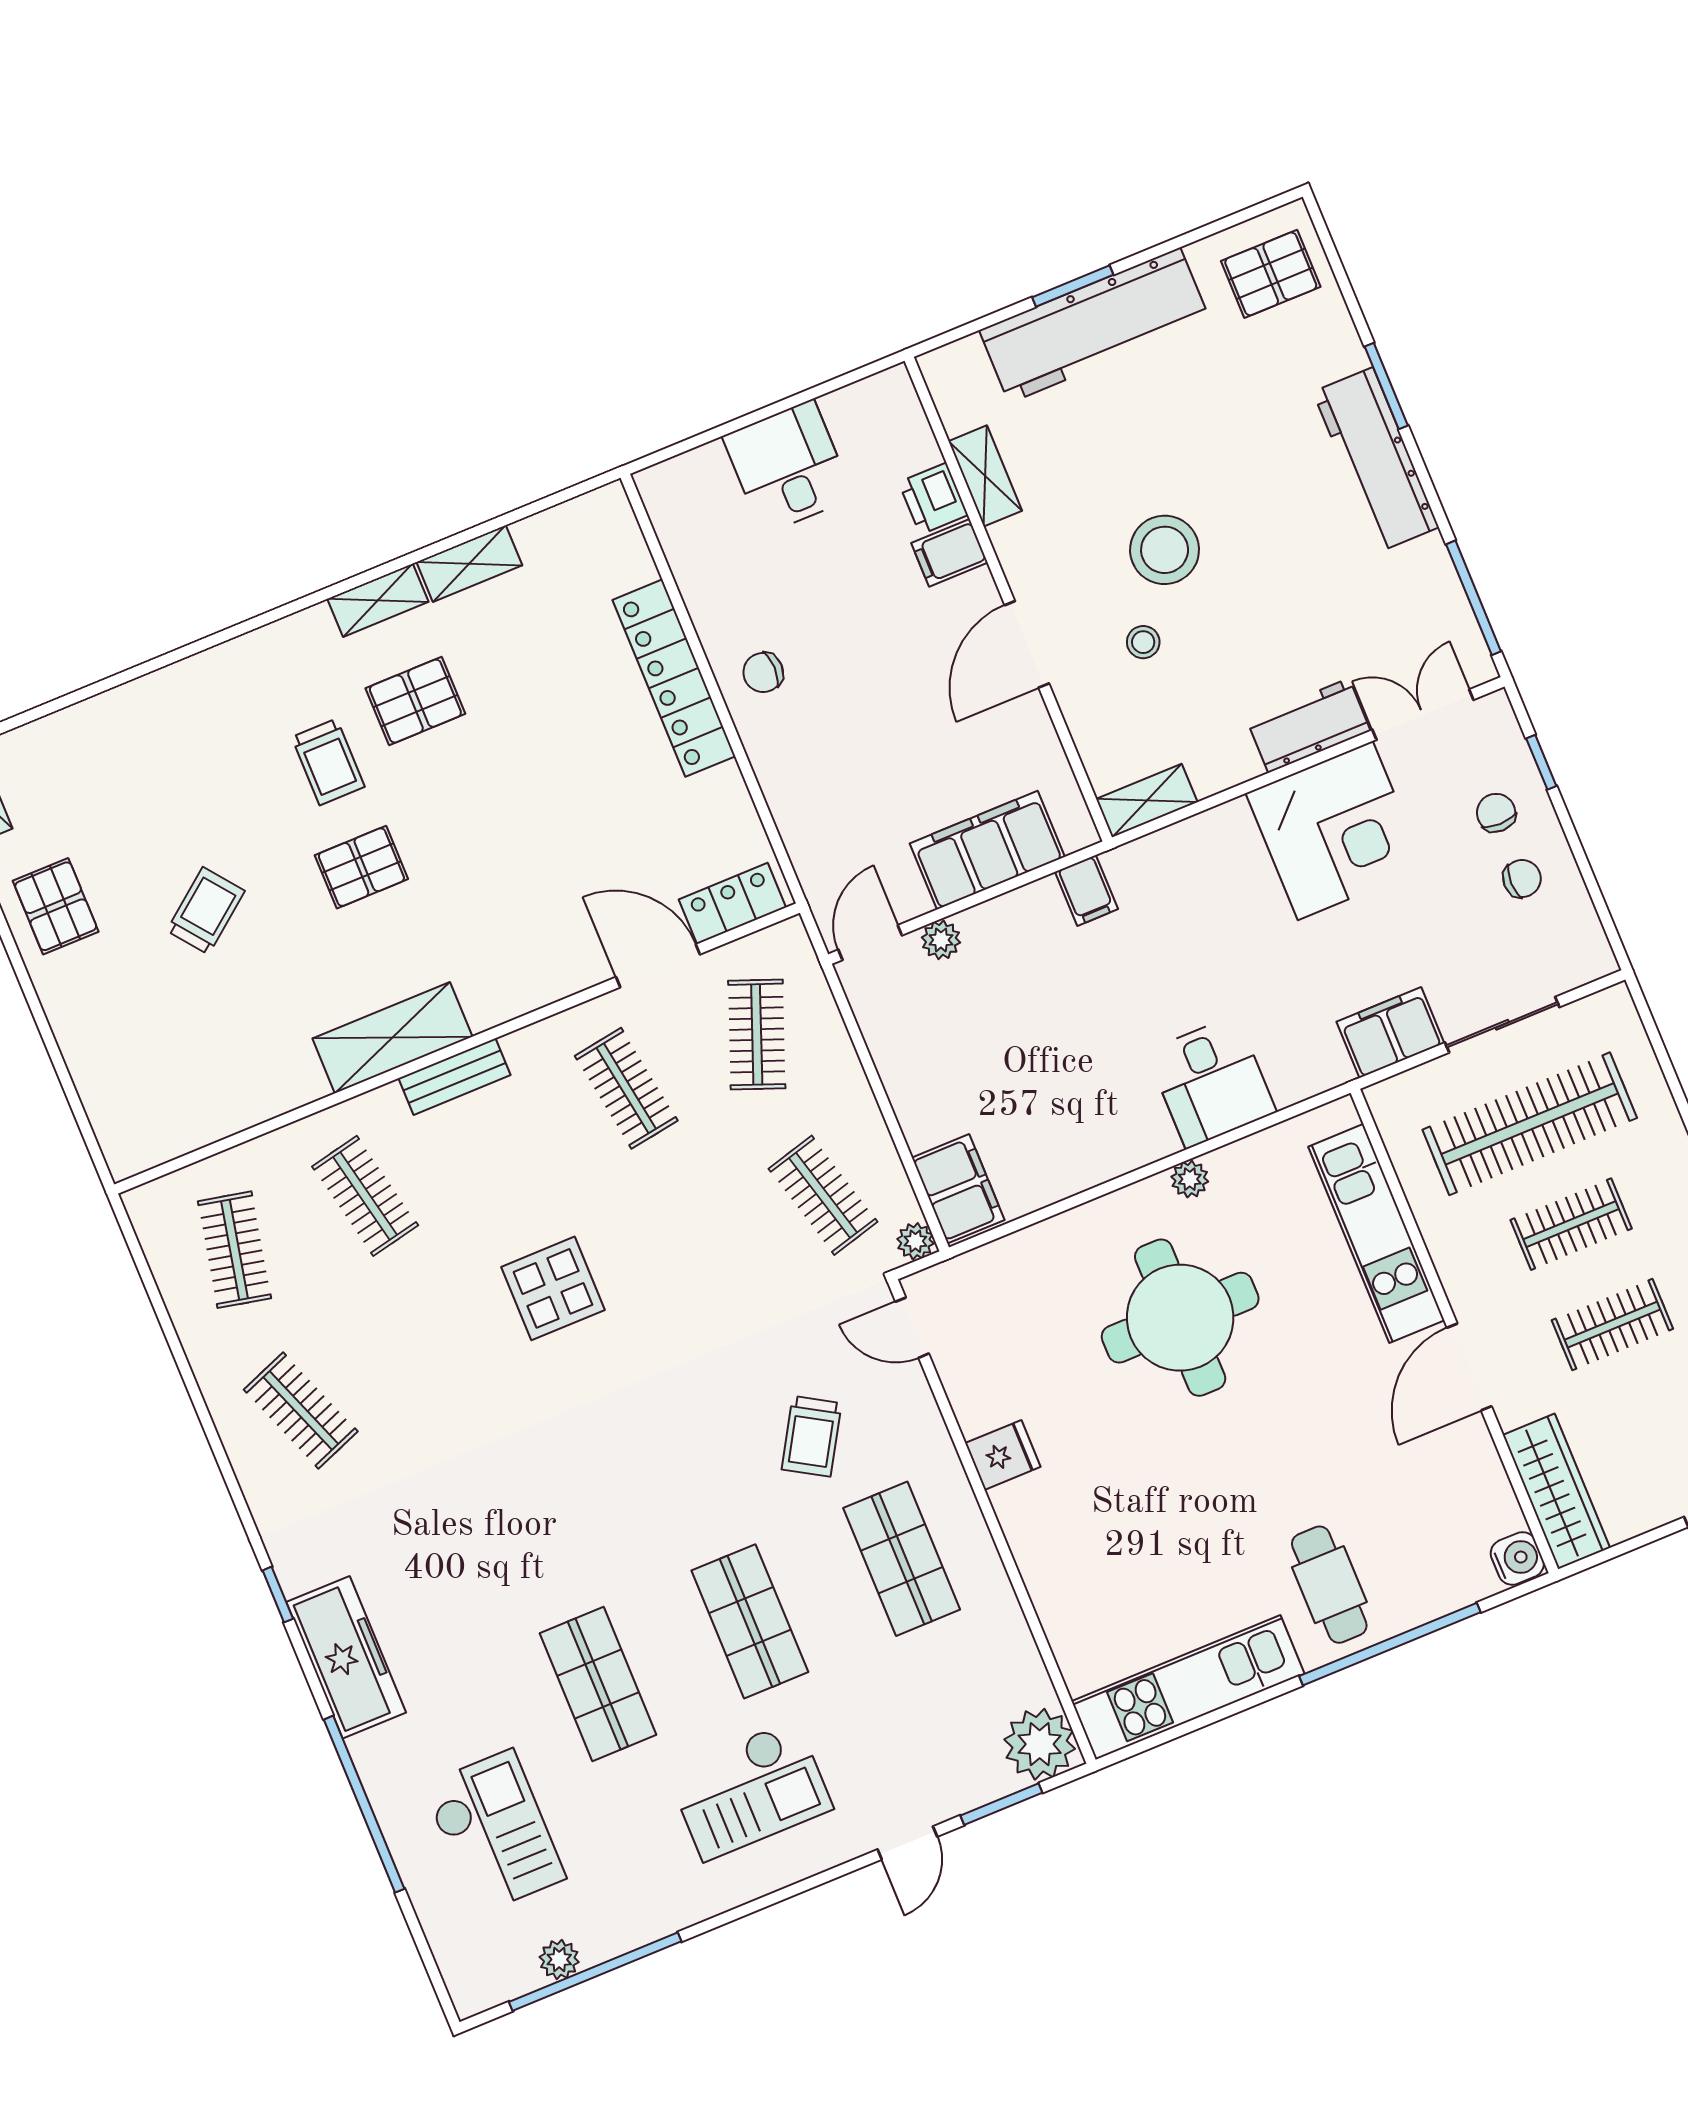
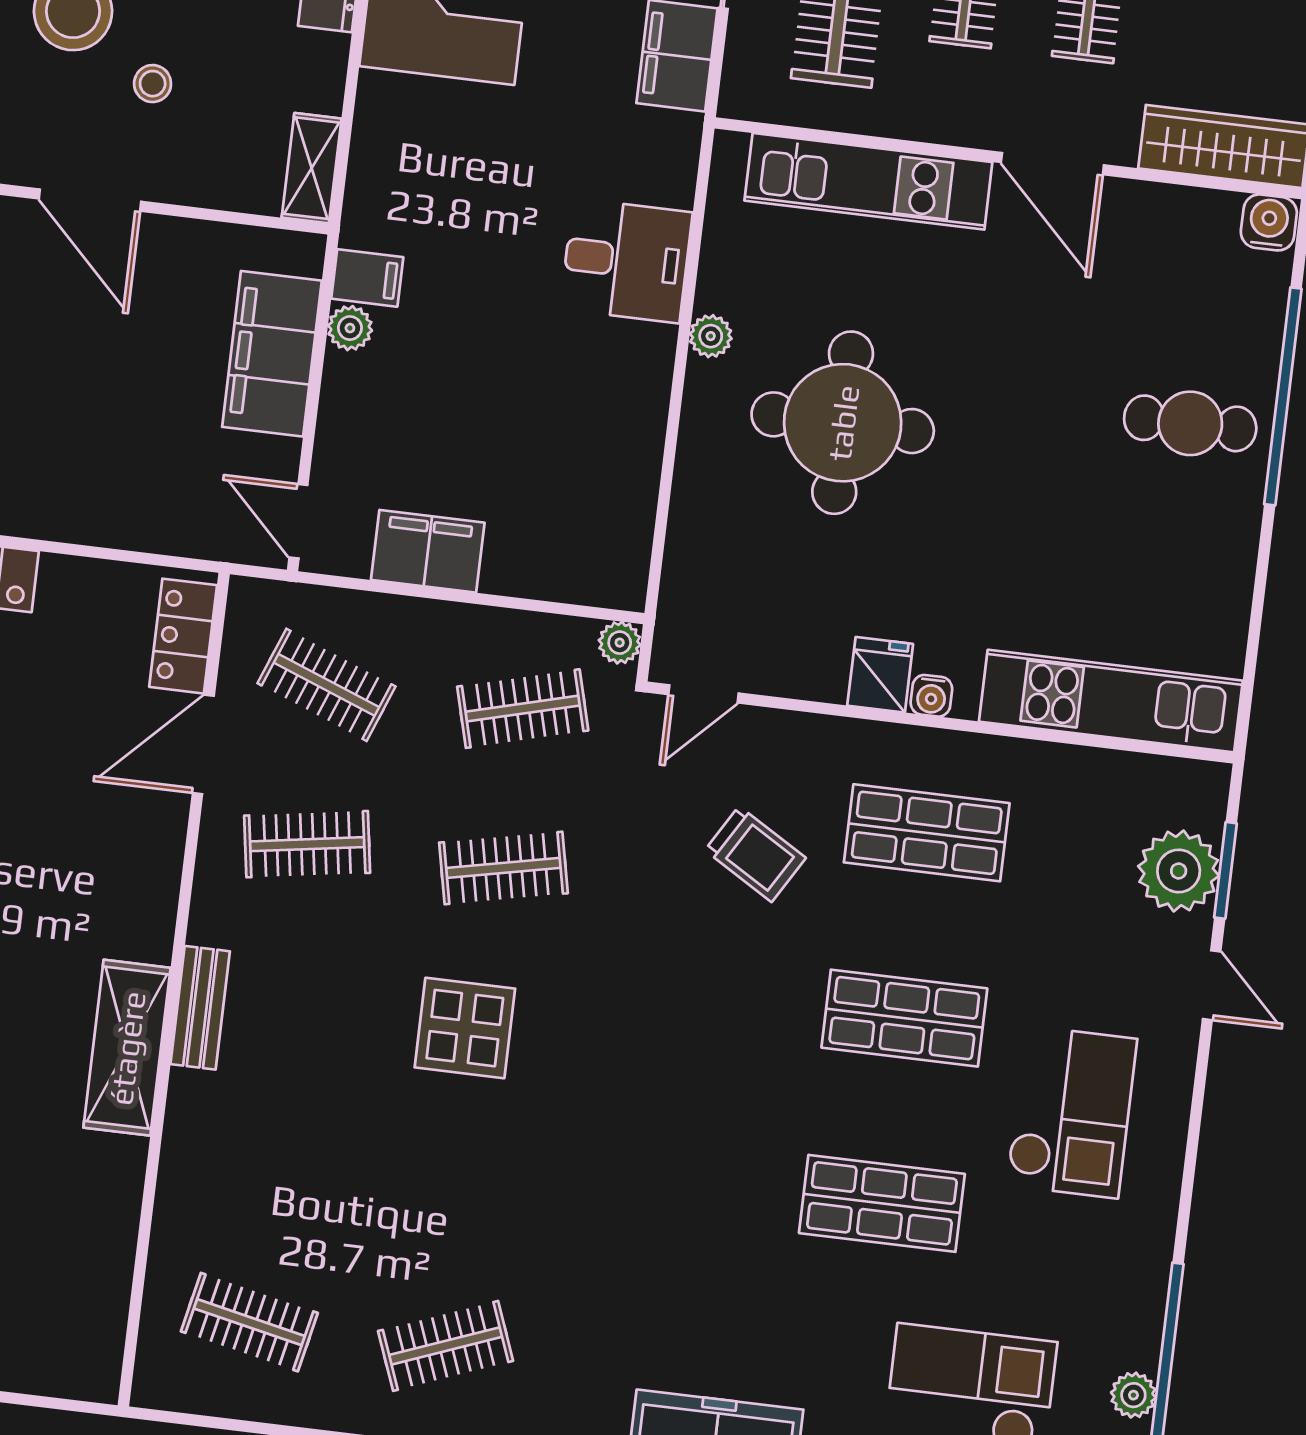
plant: (941, 940) -> (350, 328), moved
filing cabinet: (958, 1189) -> (428, 551), moved
clothes rail: (365, 1196) -> (503, 868), moved
water cooler: (1009, 1503) -> (931, 696), added
kitchen unit: (1188, 1687) -> (1111, 701), moved, turned 90
plant: (1040, 1744) -> (1179, 871), moved

